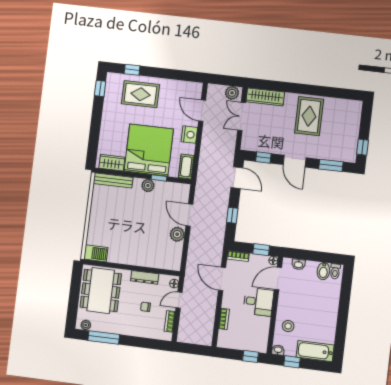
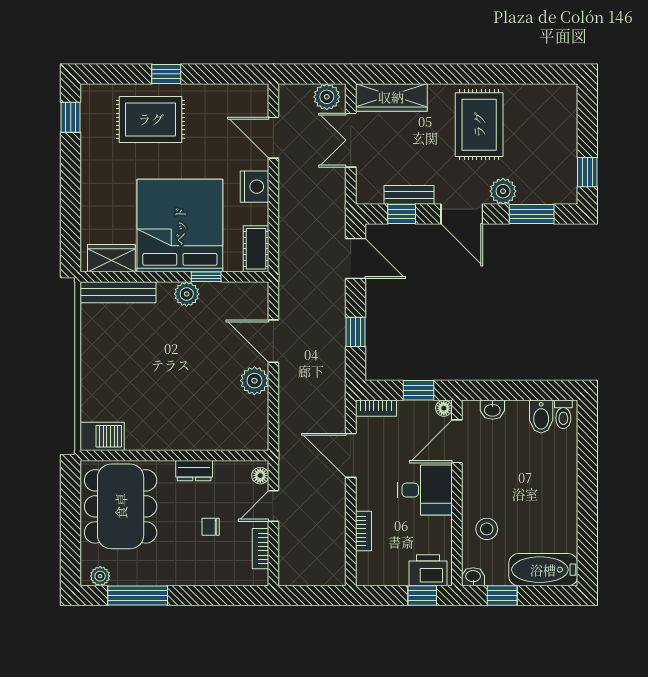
window: (132, 70) -> (166, 74), moved
bench: (268, 148) -> (409, 195), added
plant: (317, 152) -> (503, 191), added
dresser: (145, 277) -> (194, 471), width x0.70
printer: (255, 344) -> (428, 570), added

